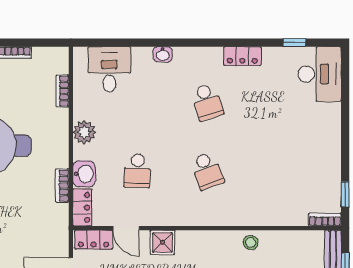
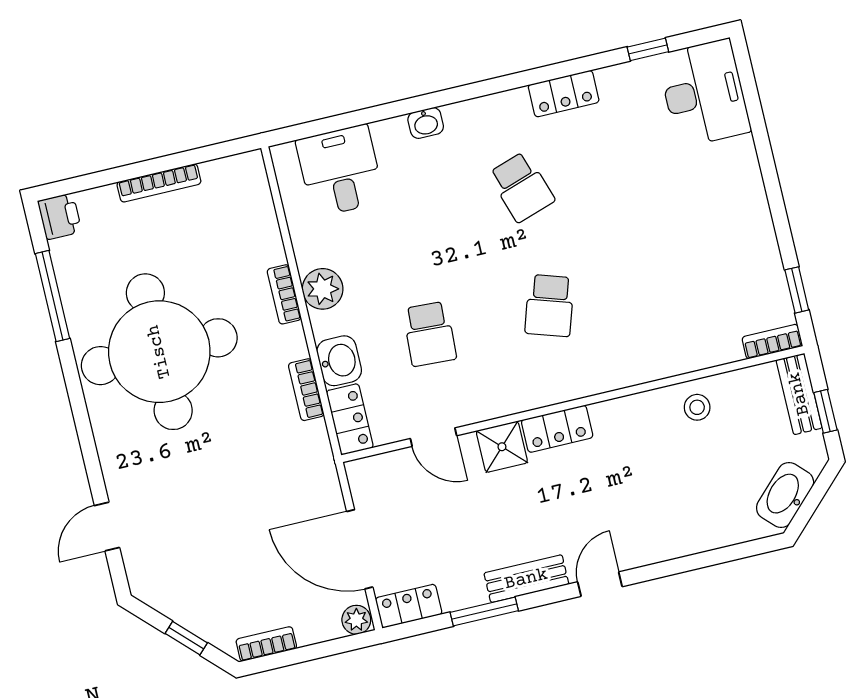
bookcase: (62, 91) -> (284, 294), moved
school desk: (207, 171) -> (550, 306), turned 39
locker: (94, 240) -> (557, 429), moved
stool: (251, 243) -> (697, 407), moved

